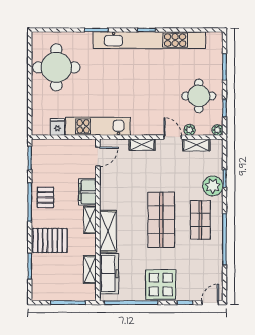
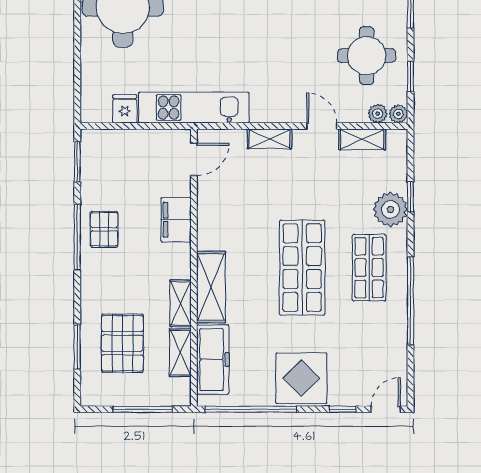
plant: (190, 130) -> (378, 114), moved
shelving: (90, 220) -> (180, 303), moved
pallet: (50, 240) -> (122, 343), moved, turned 90

